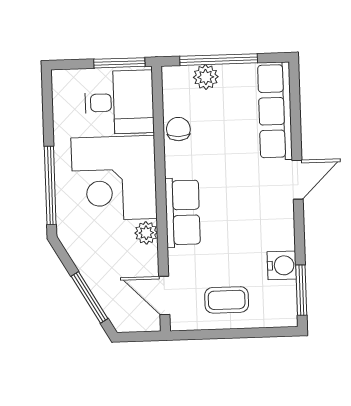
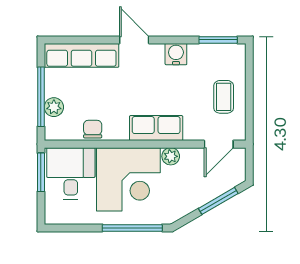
chair: (178, 129) -> (93, 129), turned 90
water cooler: (282, 265) -> (176, 54), moved

